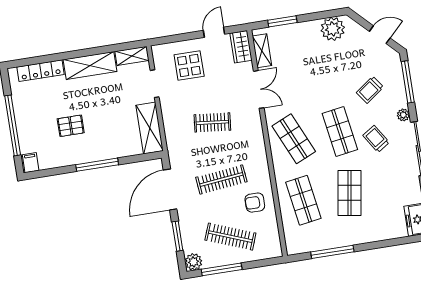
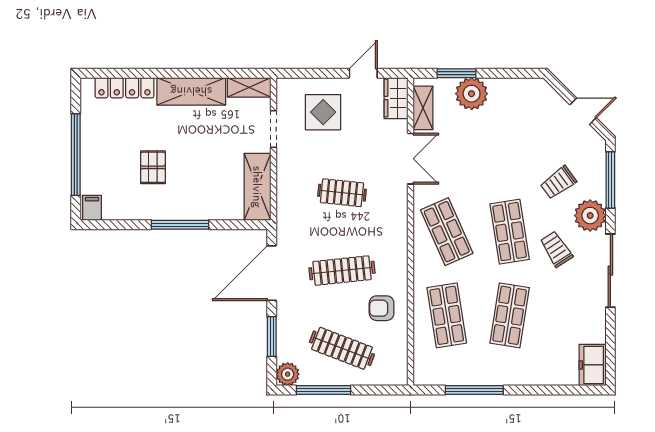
plant: (333, 29) -> (472, 94), moved
plant: (403, 115) -> (590, 216), width x1.87, depth x1.87
pallet: (71, 126) -> (153, 167), turned 90

